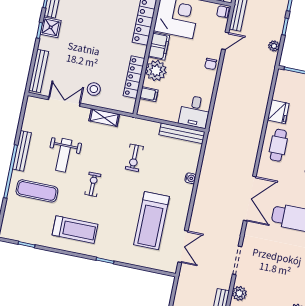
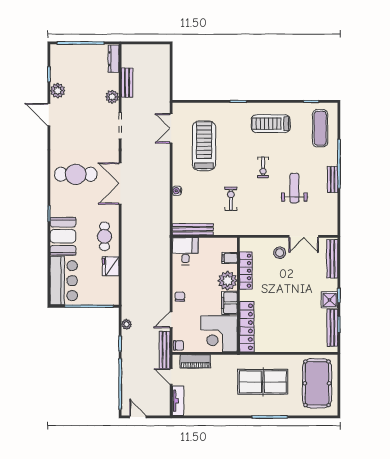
shelving: (104, 118) -> (265, 229), removed
bench: (22, 151) -> (333, 180), width x0.73
exercise mat: (37, 191) -> (320, 128), moved, turned 90

